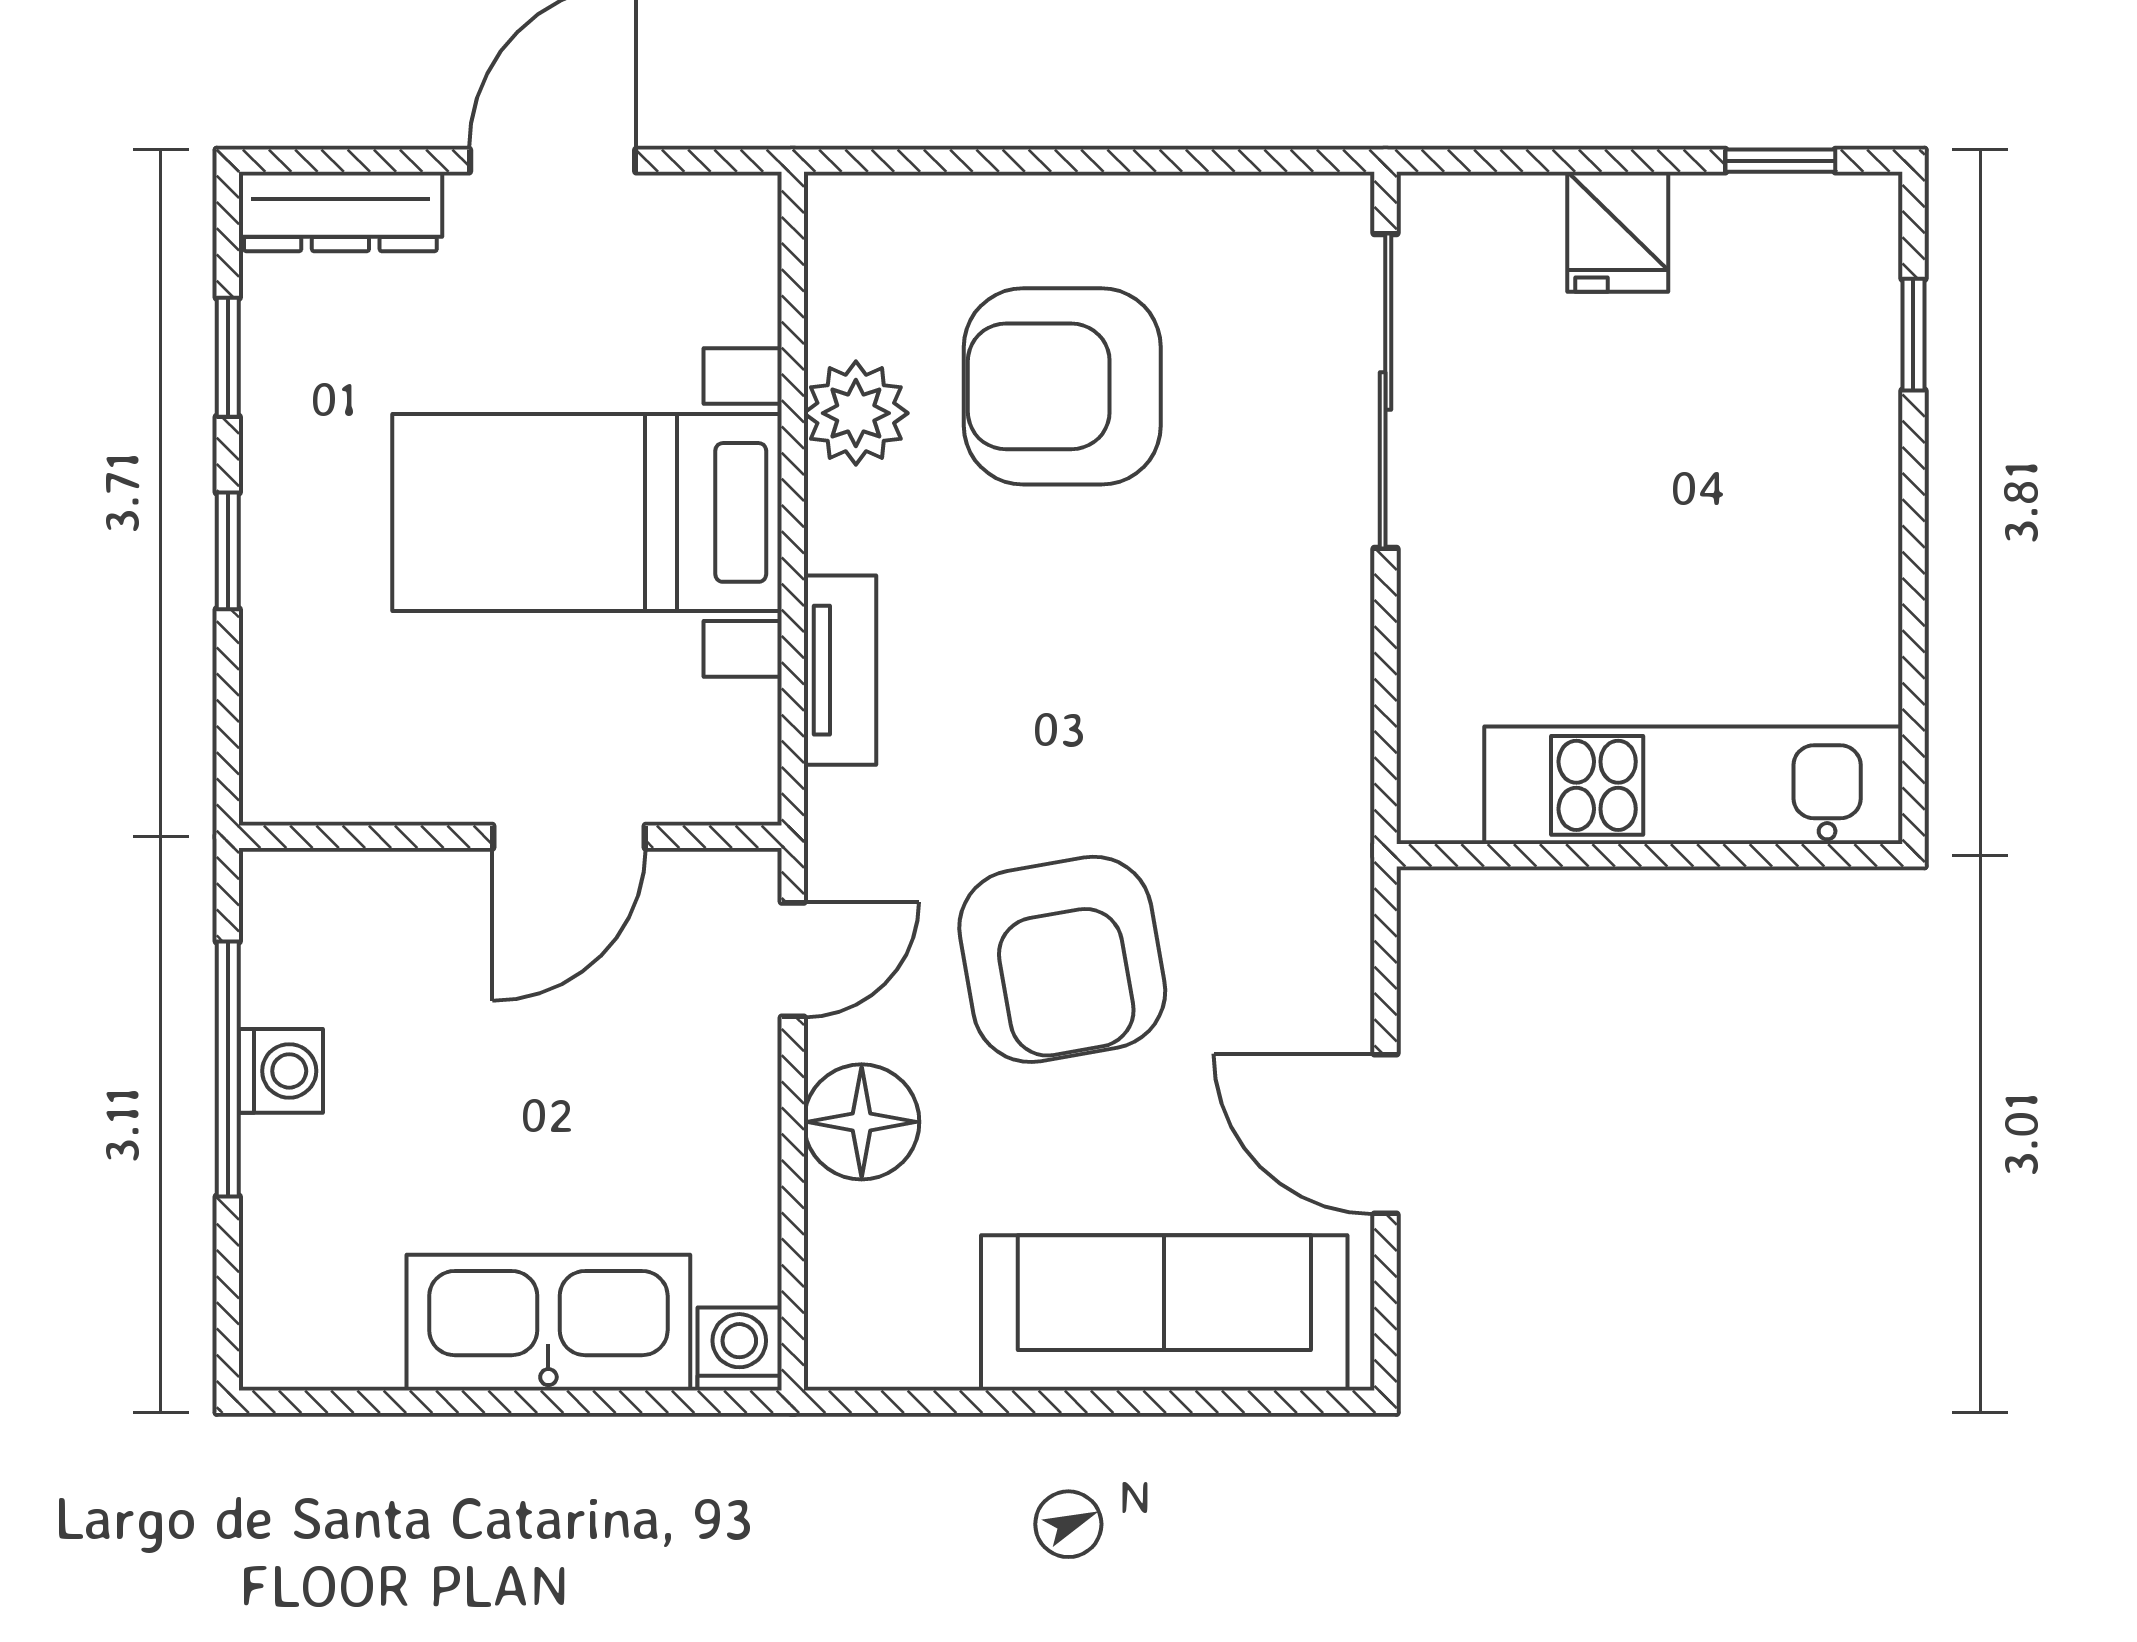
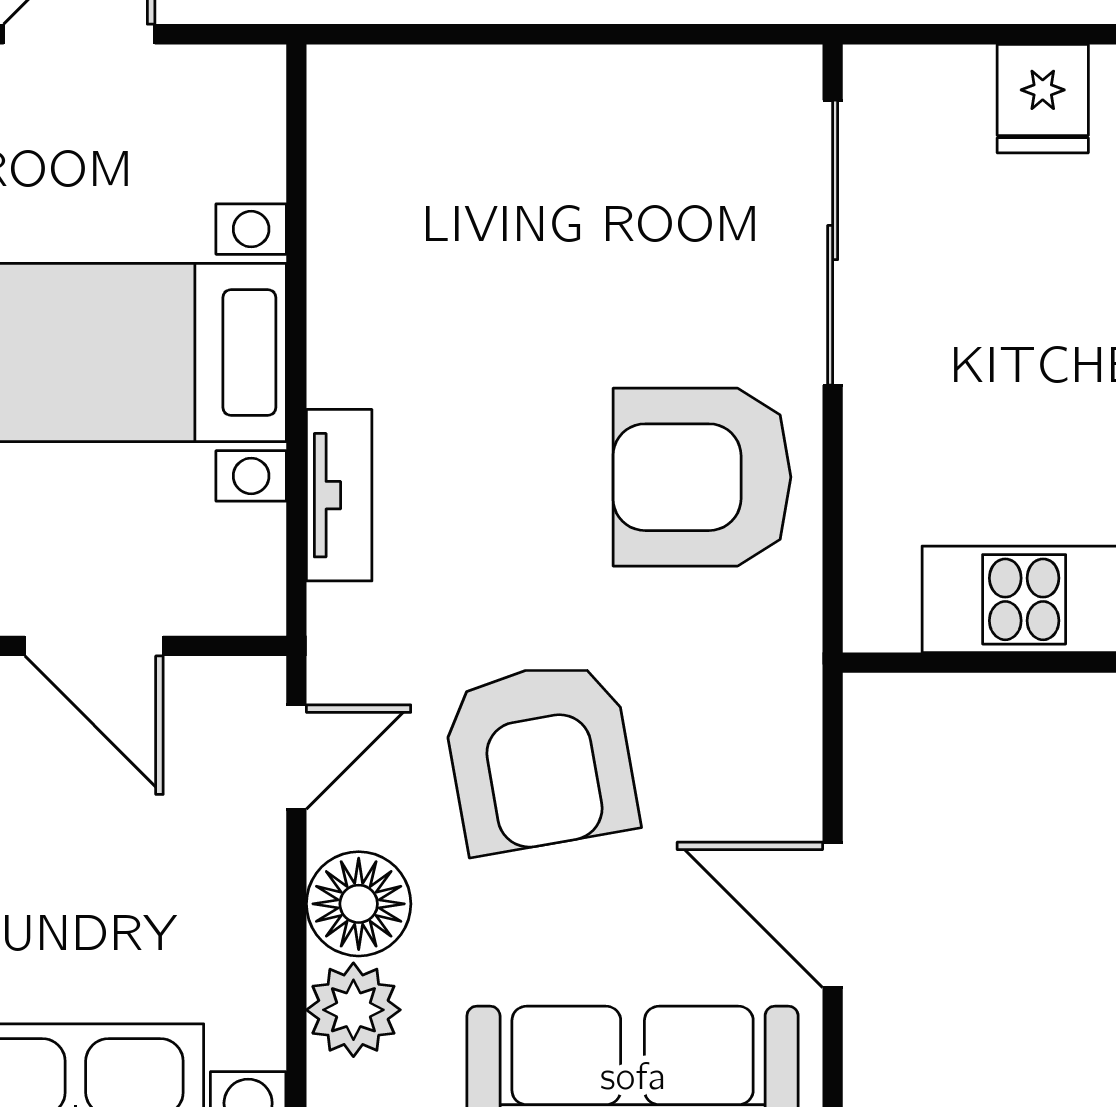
armchair: (1062, 386) -> (702, 477), moved
plant: (856, 413) -> (353, 1010), moved
door: (569, 837) -> (94, 646), hinge flipped

